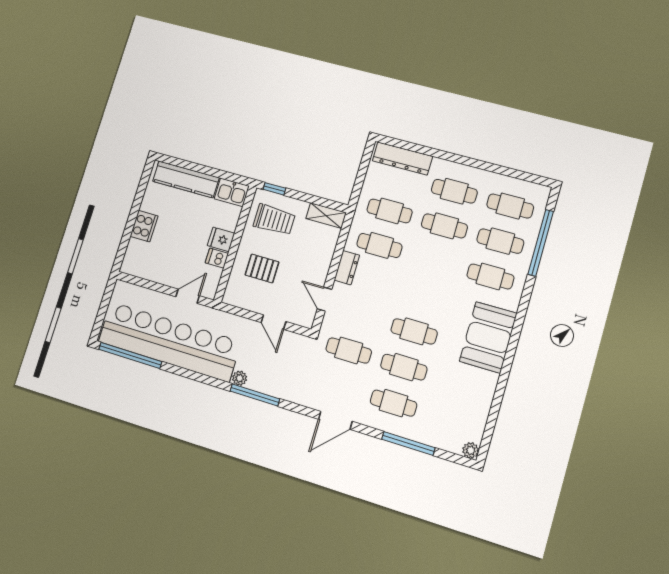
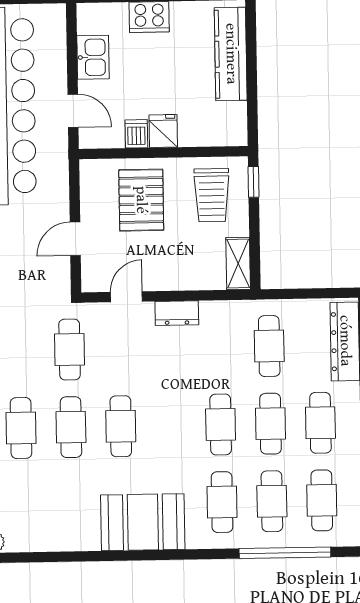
kitchen sink: (232, 192) -> (93, 57), moved, turned 180
cafe table: (379, 245) -> (221, 425), moved
pallet: (262, 268) -> (141, 200), width x1.50, depth x1.42

